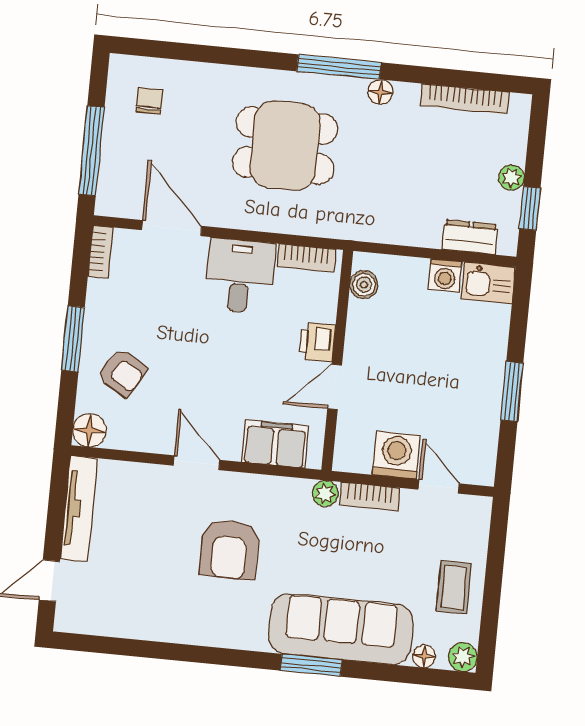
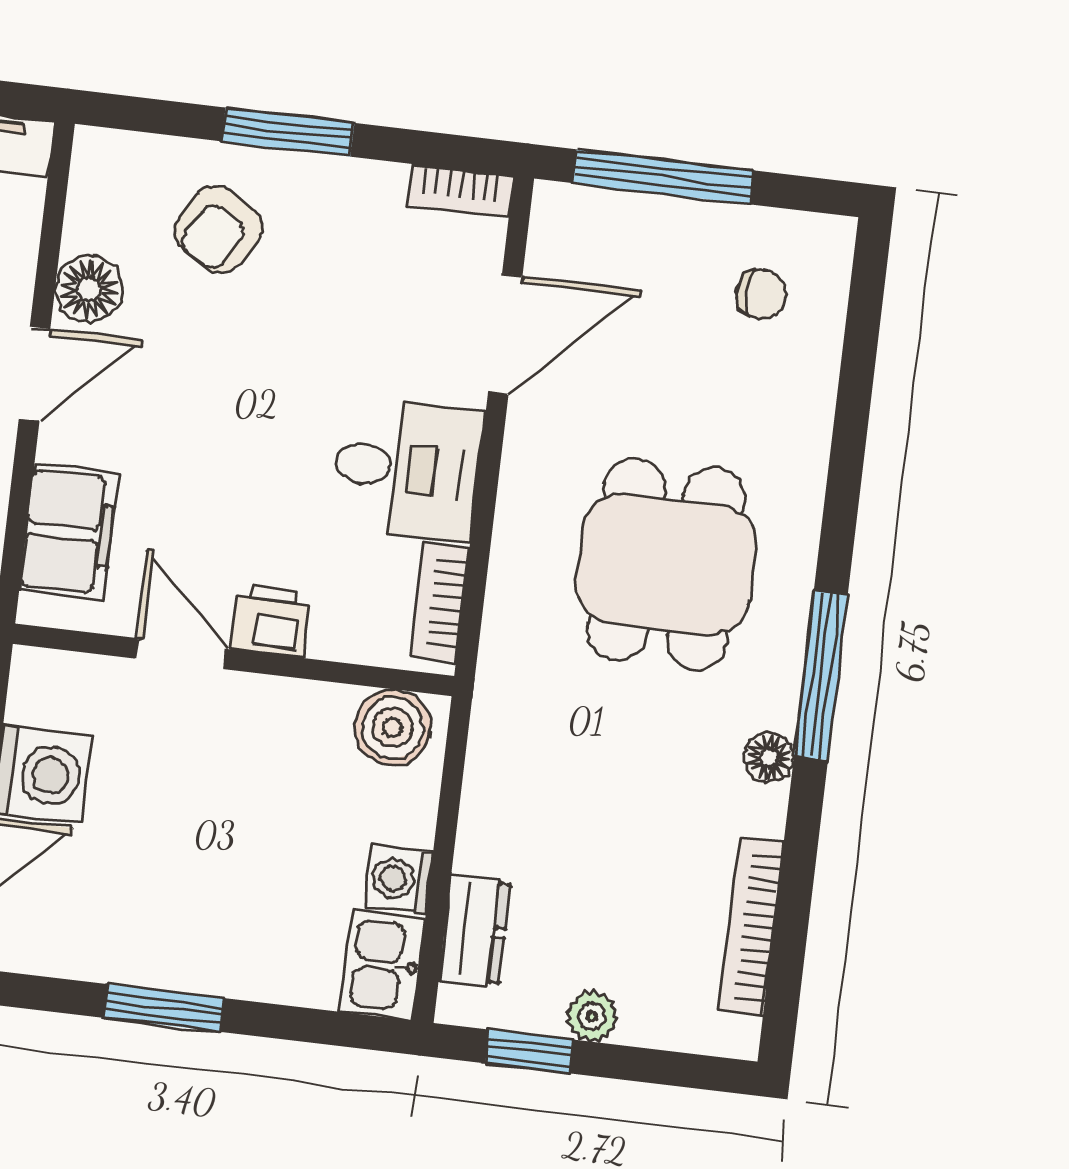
boiler: (364, 285) -> (393, 728), width x1.36, depth x1.36
floor lamp: (89, 430) -> (89, 289), moved

